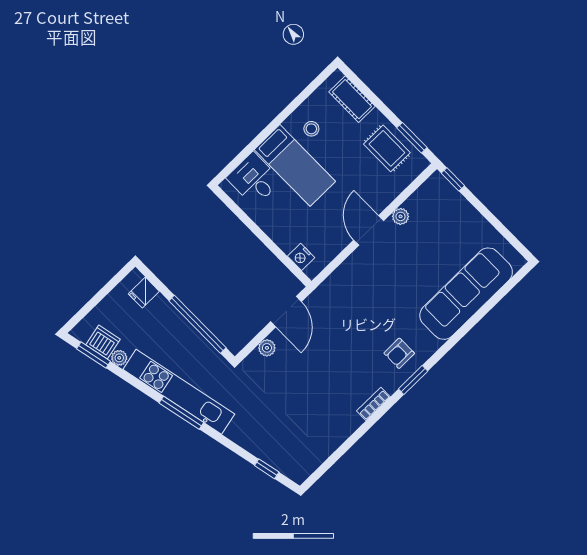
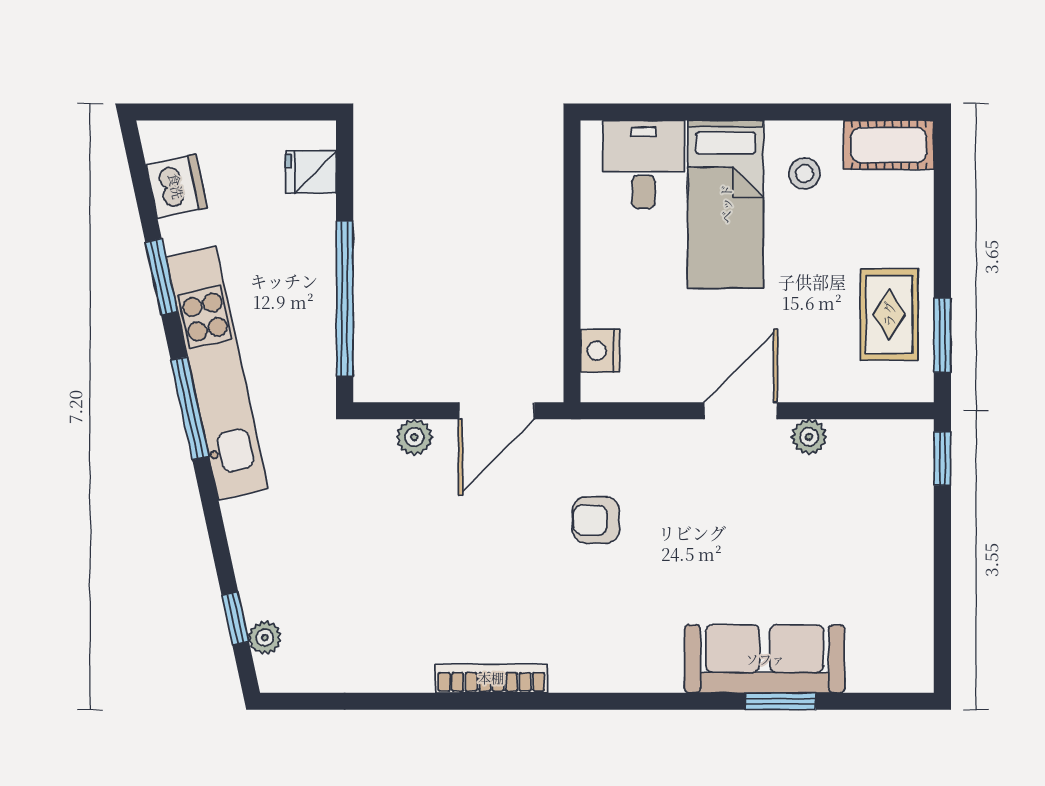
cot: (352, 99) -> (889, 145), moved, turned 90
sofa: (466, 294) -> (765, 659), width x0.74, depth x0.79
armchair: (399, 353) -> (596, 520), moved
window: (93, 355) -> (161, 277), moved
plant: (119, 358) -> (265, 638), moved
window: (413, 380) -> (780, 701), moved
bookcase: (373, 404) -> (491, 678), width x1.56

